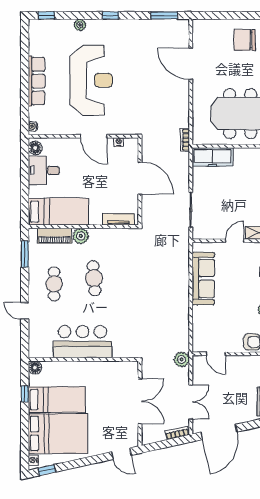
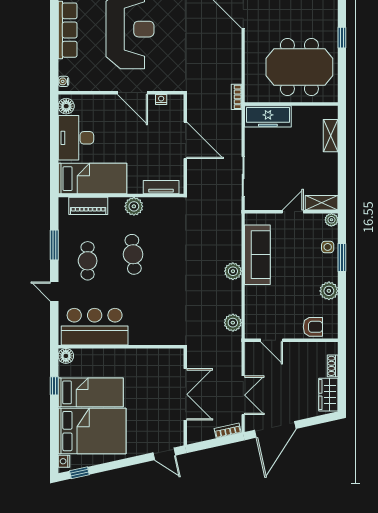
desk: (44, 170) -> (76, 138), width x1.37
plant: (81, 236) -> (134, 206), moved
window: (25, 254) -> (54, 245), moved
plant: (182, 293) -> (233, 271), added
bar counter: (82, 342) -> (95, 327), moved
plant: (182, 359) -> (233, 323), moved

